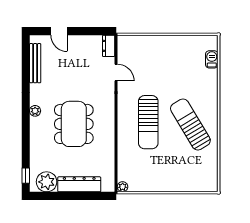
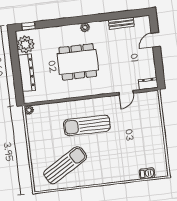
bench: (35, 63) -> (121, 23), width x0.73
sun lounger: (190, 124) -> (65, 165), moved

